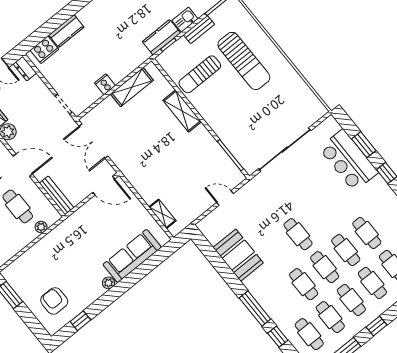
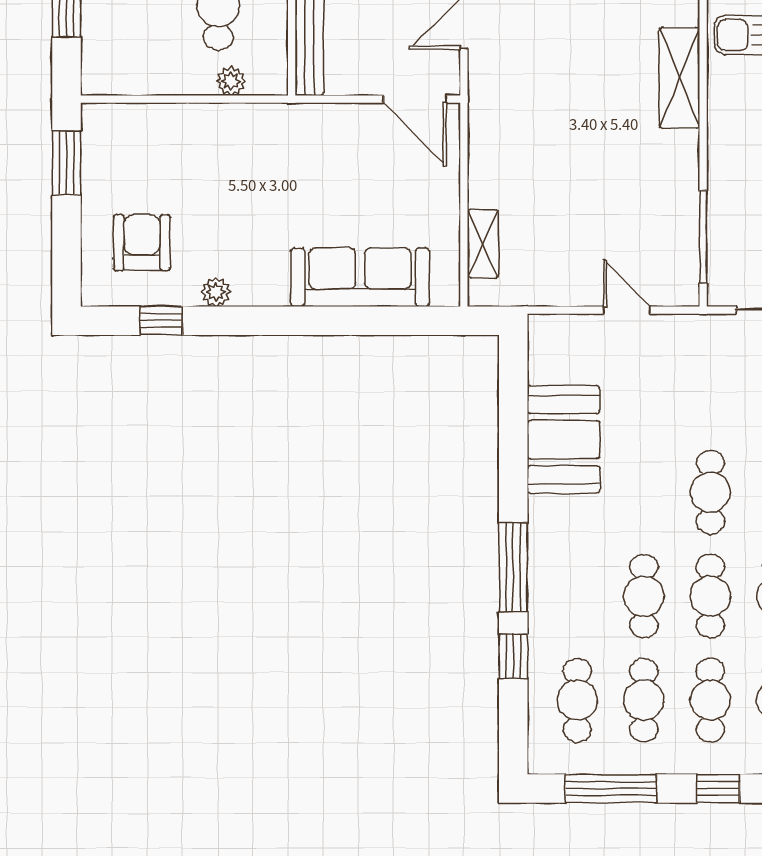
plant: (108, 283) -> (216, 292), moved

